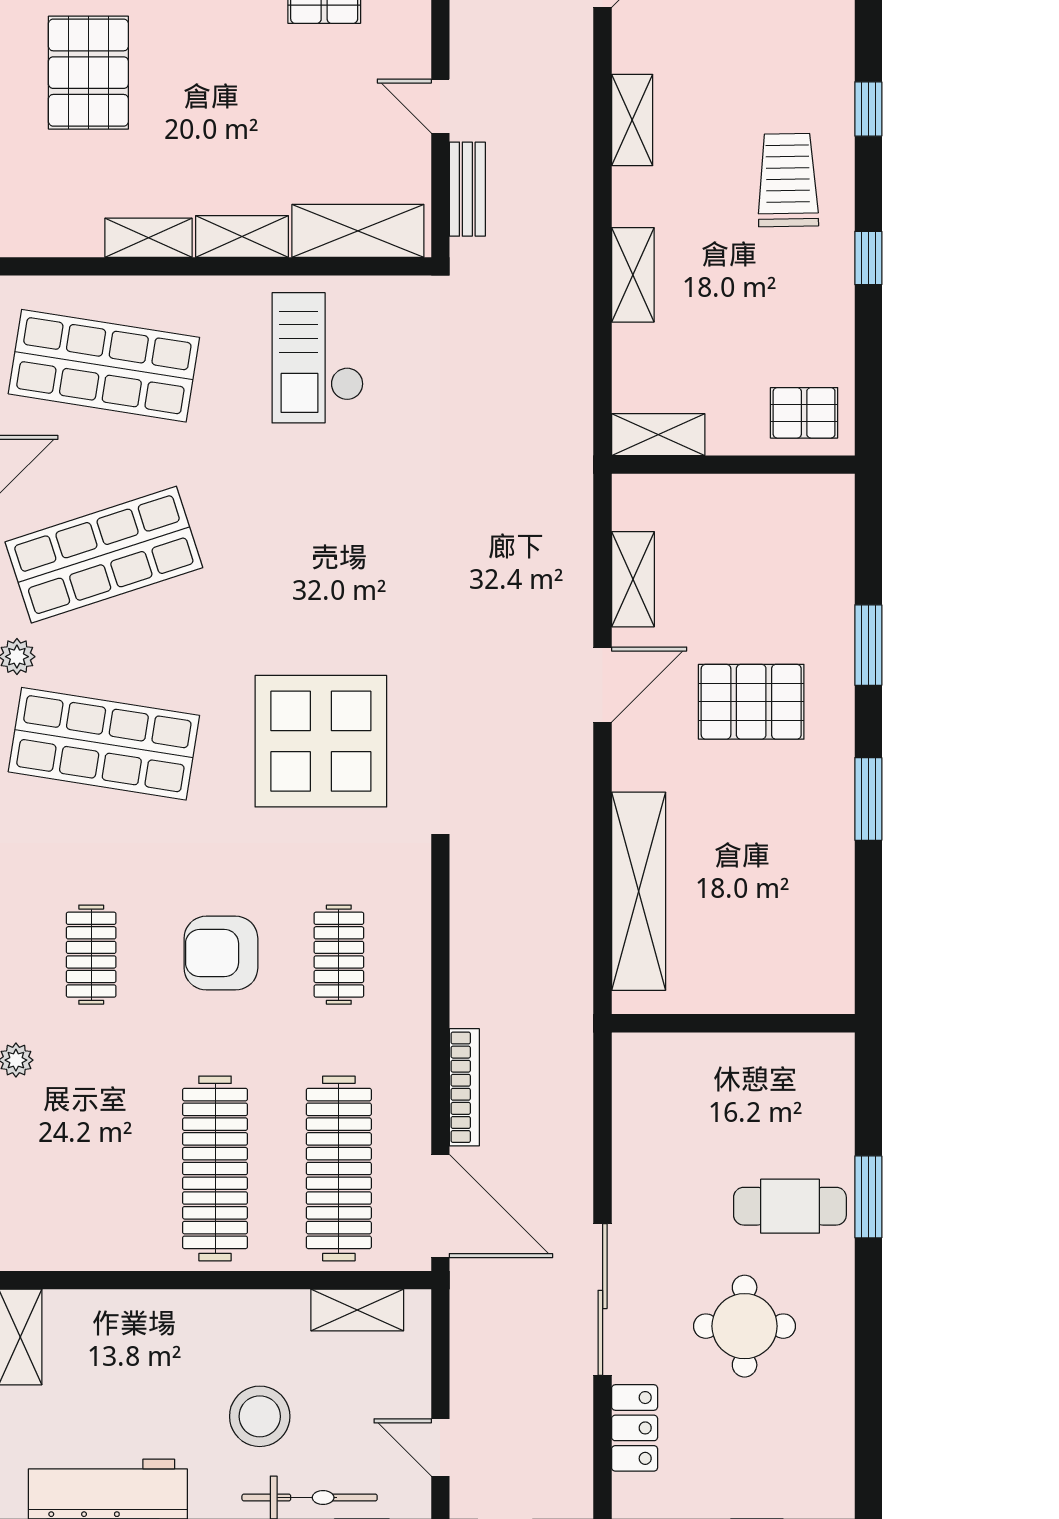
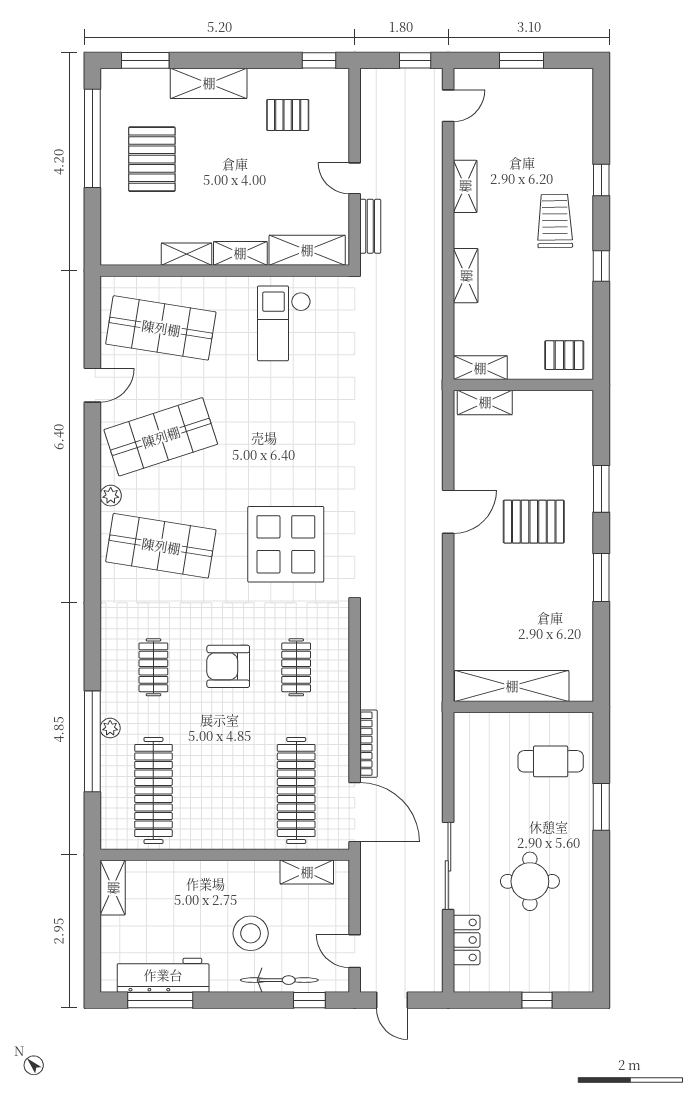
shelving: (633, 579) -> (485, 402), moved, turned 90
shelving: (639, 891) -> (512, 686), moved, turned 90
clothes rail: (215, 1168) -> (153, 790), moved
cafe table: (790, 1206) -> (551, 761), moved

